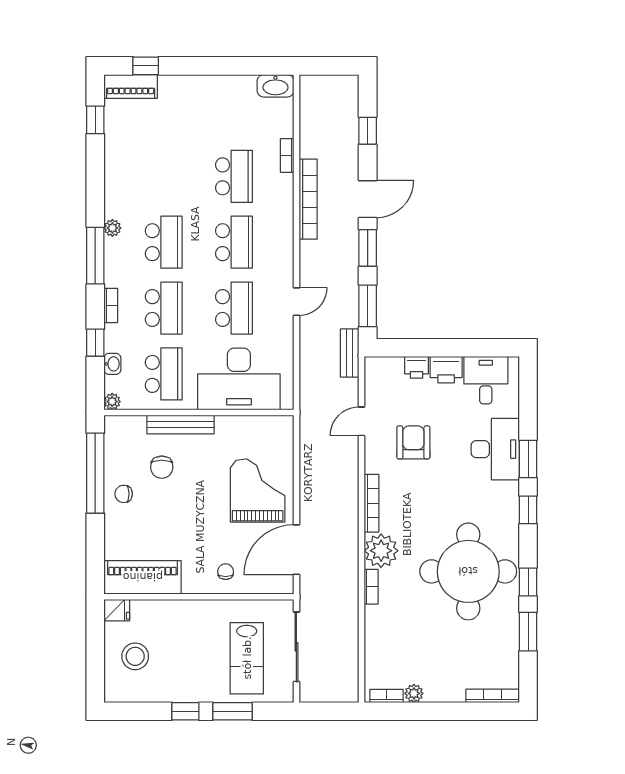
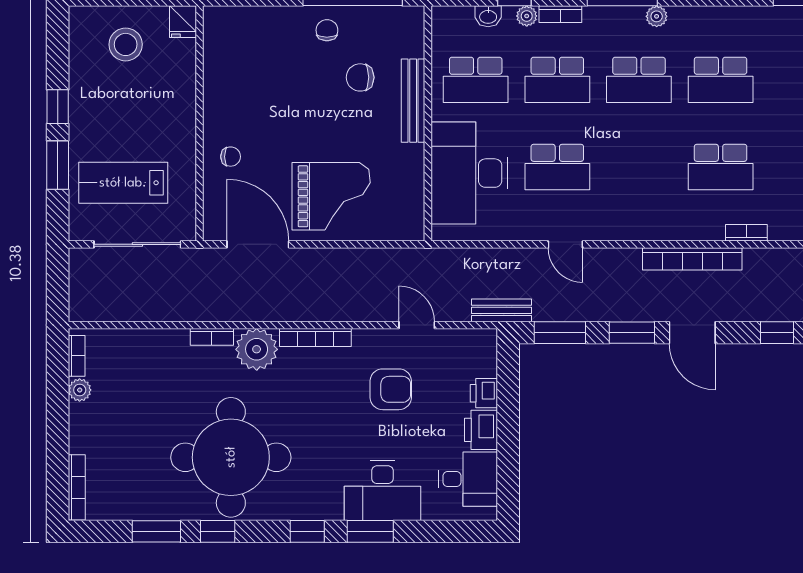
school desk: (234, 242) -> (721, 80), moved
plant: (112, 402) -> (527, 16), moved
piano: (143, 577) -> (224, 54), removed

